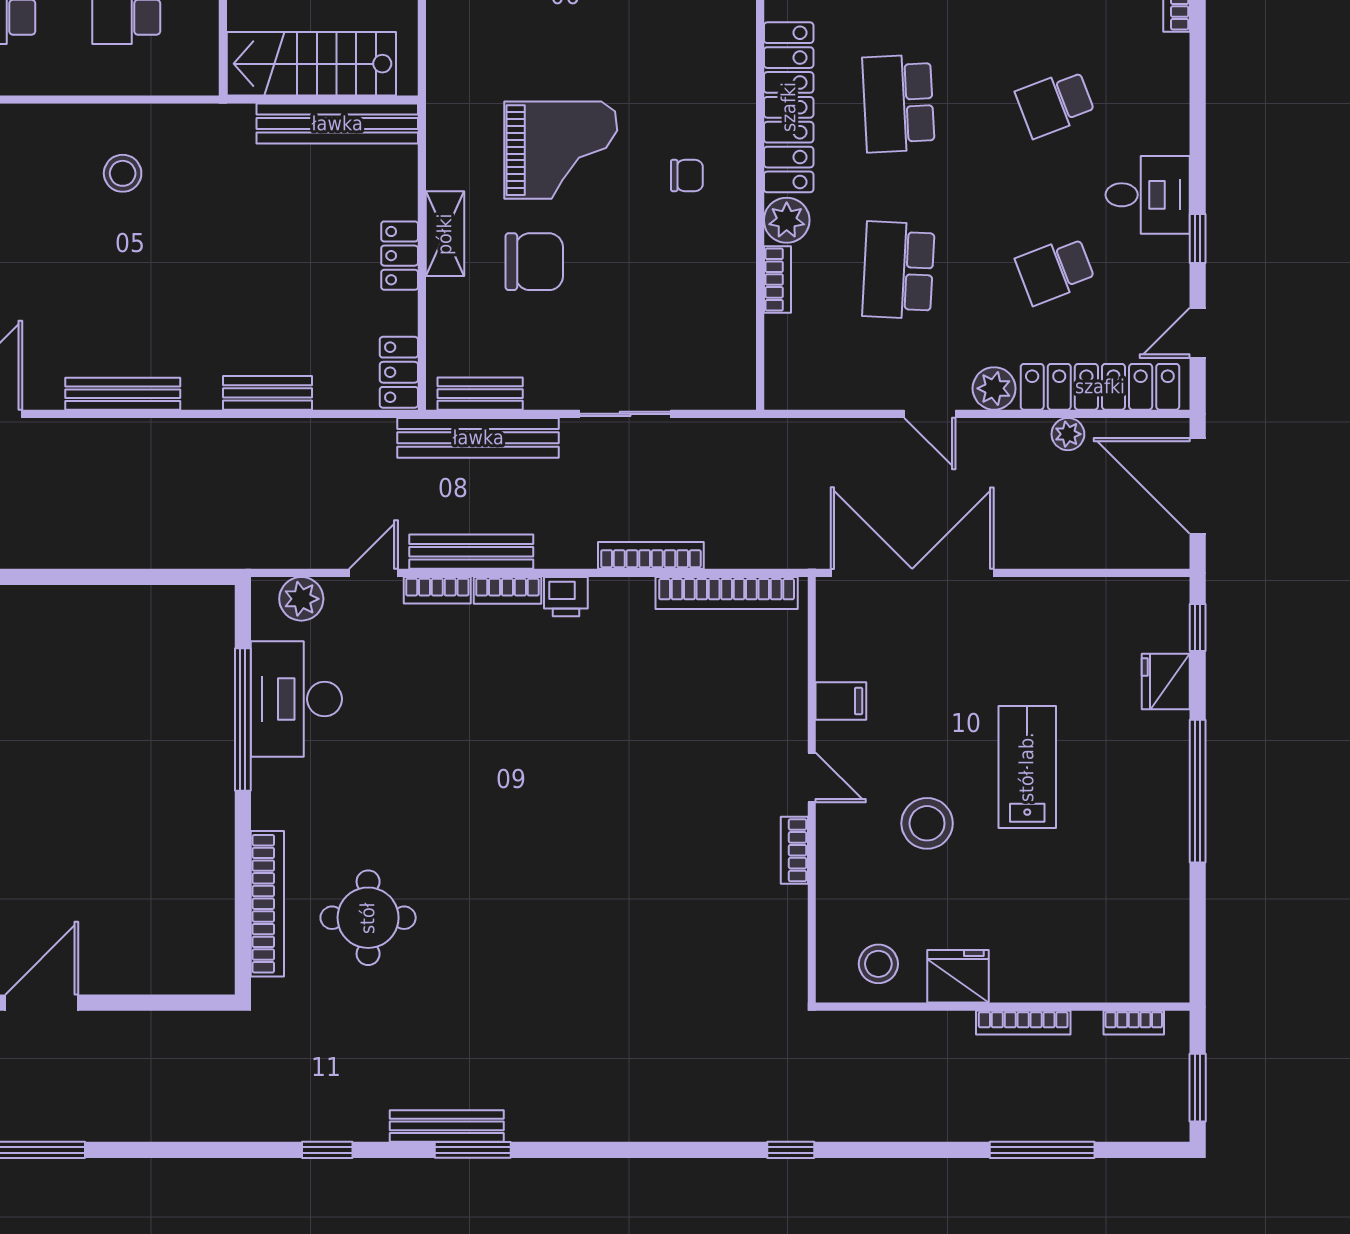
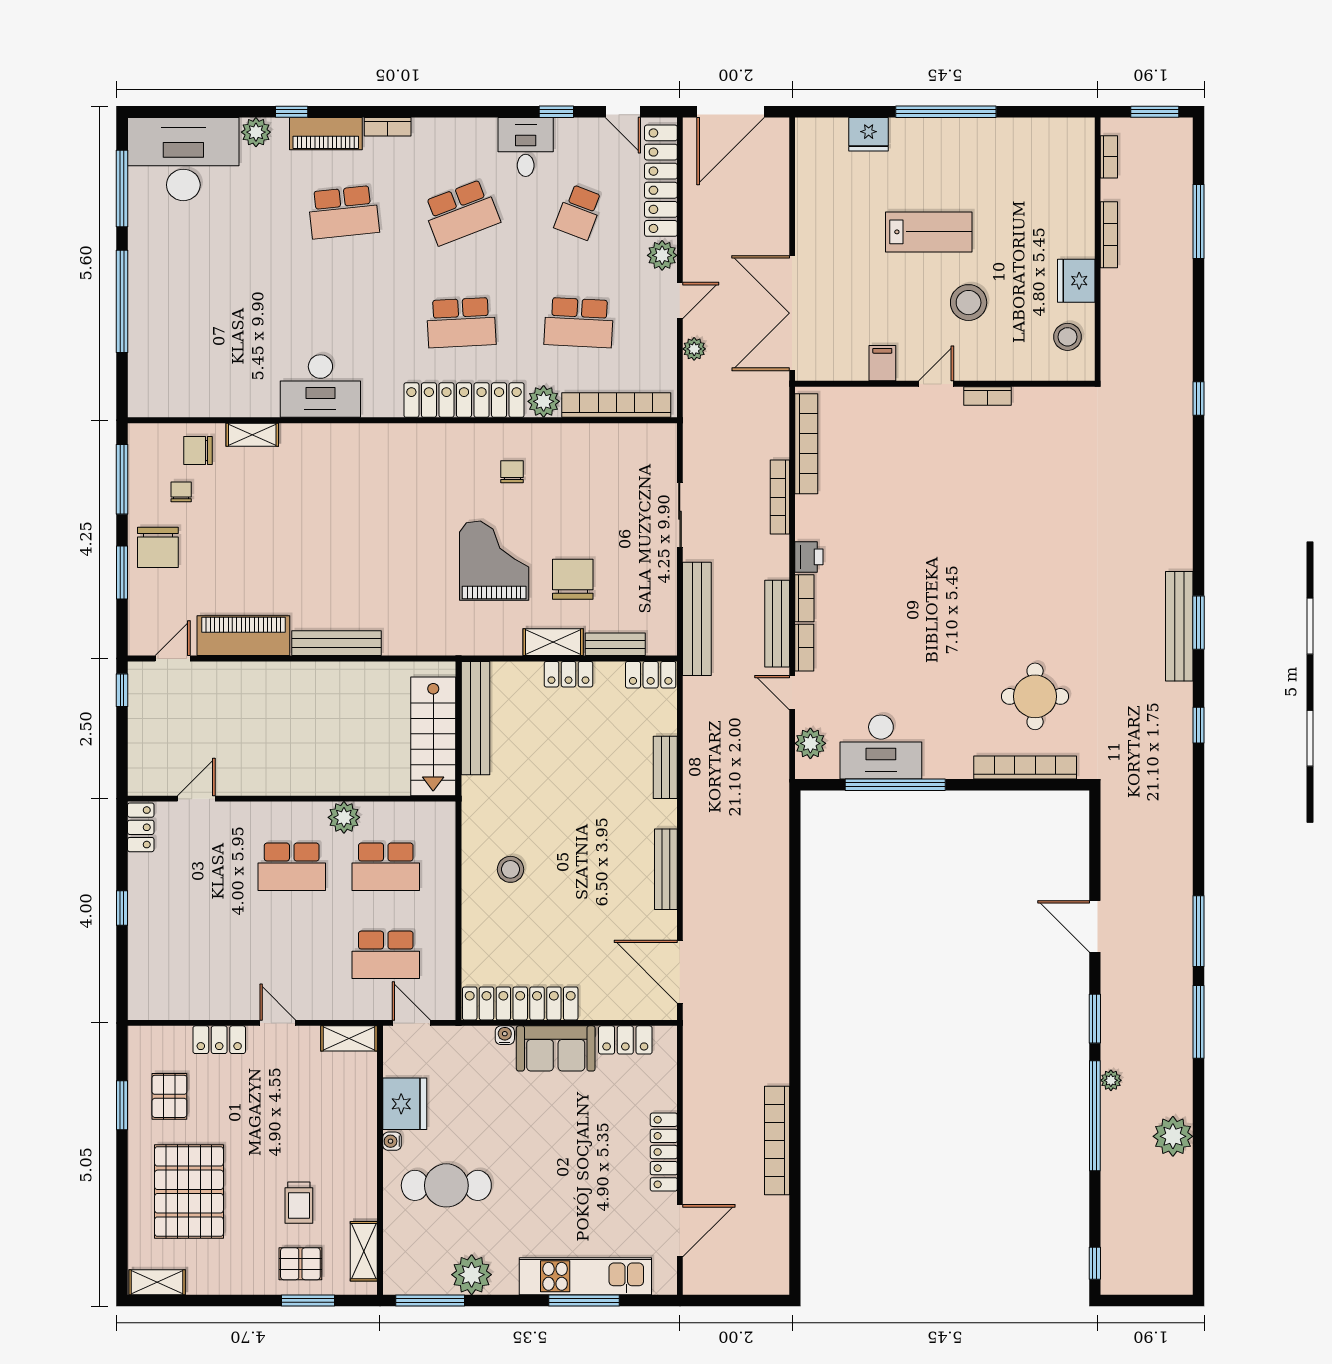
school desk: (1055, 103) -> (461, 212), width x1.85
school desk: (1055, 270) -> (579, 212), turned 42
bookcase: (777, 280) -> (616, 405), width x2.31, depth x1.31
bench: (480, 394) -> (615, 644), moved, turned 90
plant: (1068, 434) -> (694, 349), moved
window: (1198, 628) -> (831, 112), removed
lab bench: (1027, 767) -> (929, 232), turned 180
bench: (447, 1126) -> (1179, 626), width x1.37, depth x1.21

